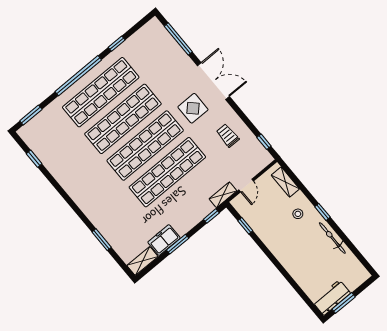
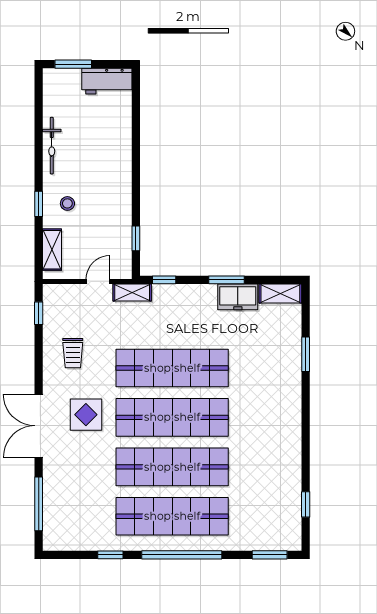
window: (322, 212) -> (39, 204), moved
window: (344, 303) -> (73, 64), moved

